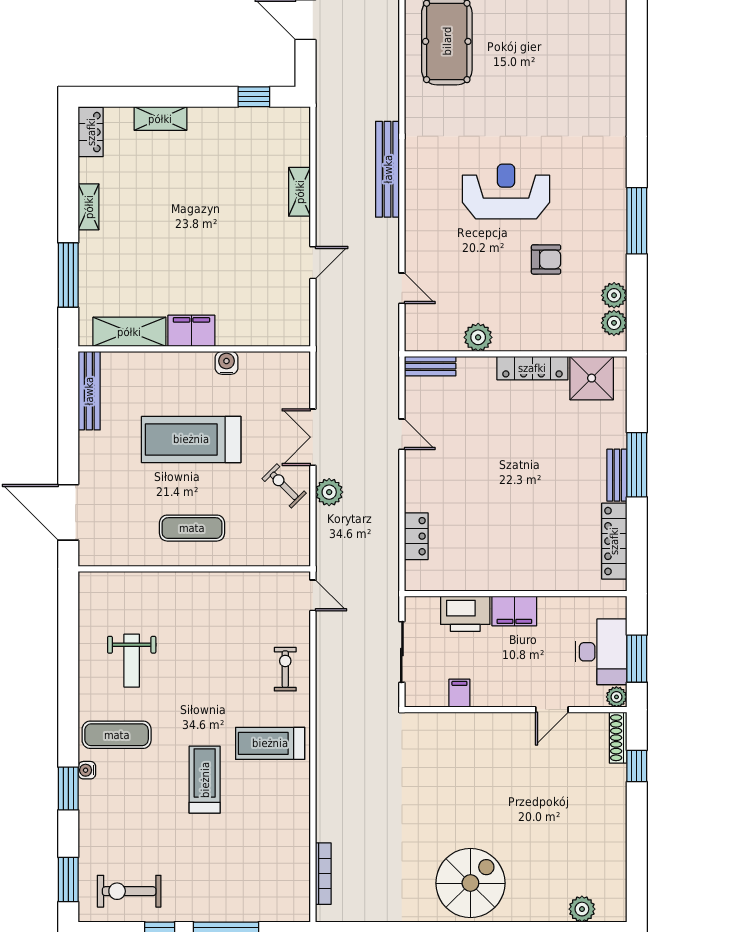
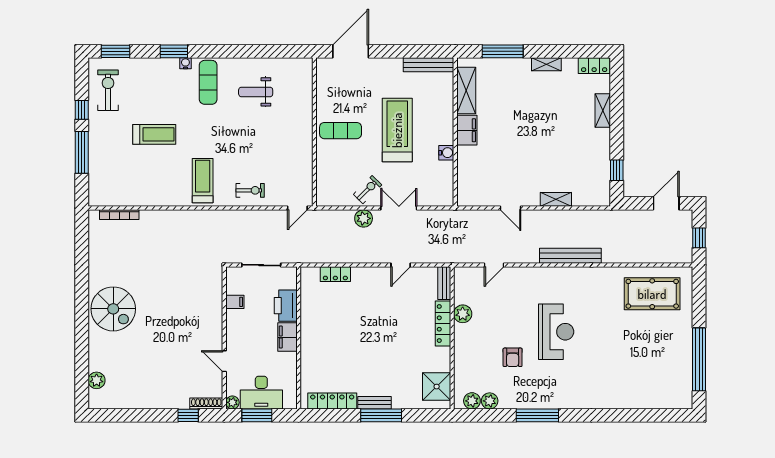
locker: (532, 368) -> (443, 324), moved
exercise mat: (192, 528) -> (341, 131), turned 90
treadmill: (205, 780) -> (154, 134), moved

